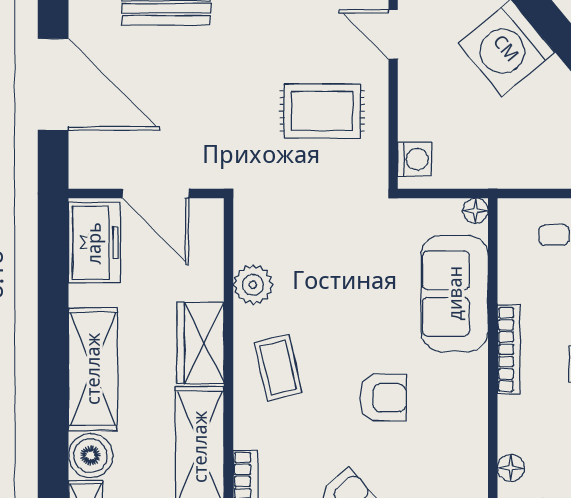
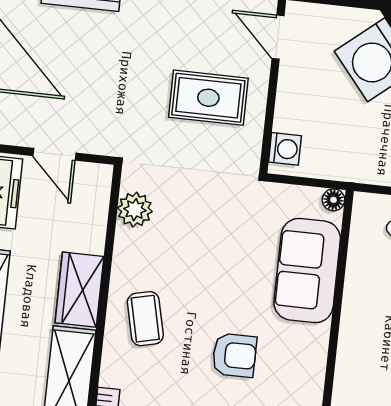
door: (156, 194) -> (54, 154), width x0.73
plant: (253, 285) -> (135, 210), moved
bookcase: (509, 349) -> (349, 325), removed

